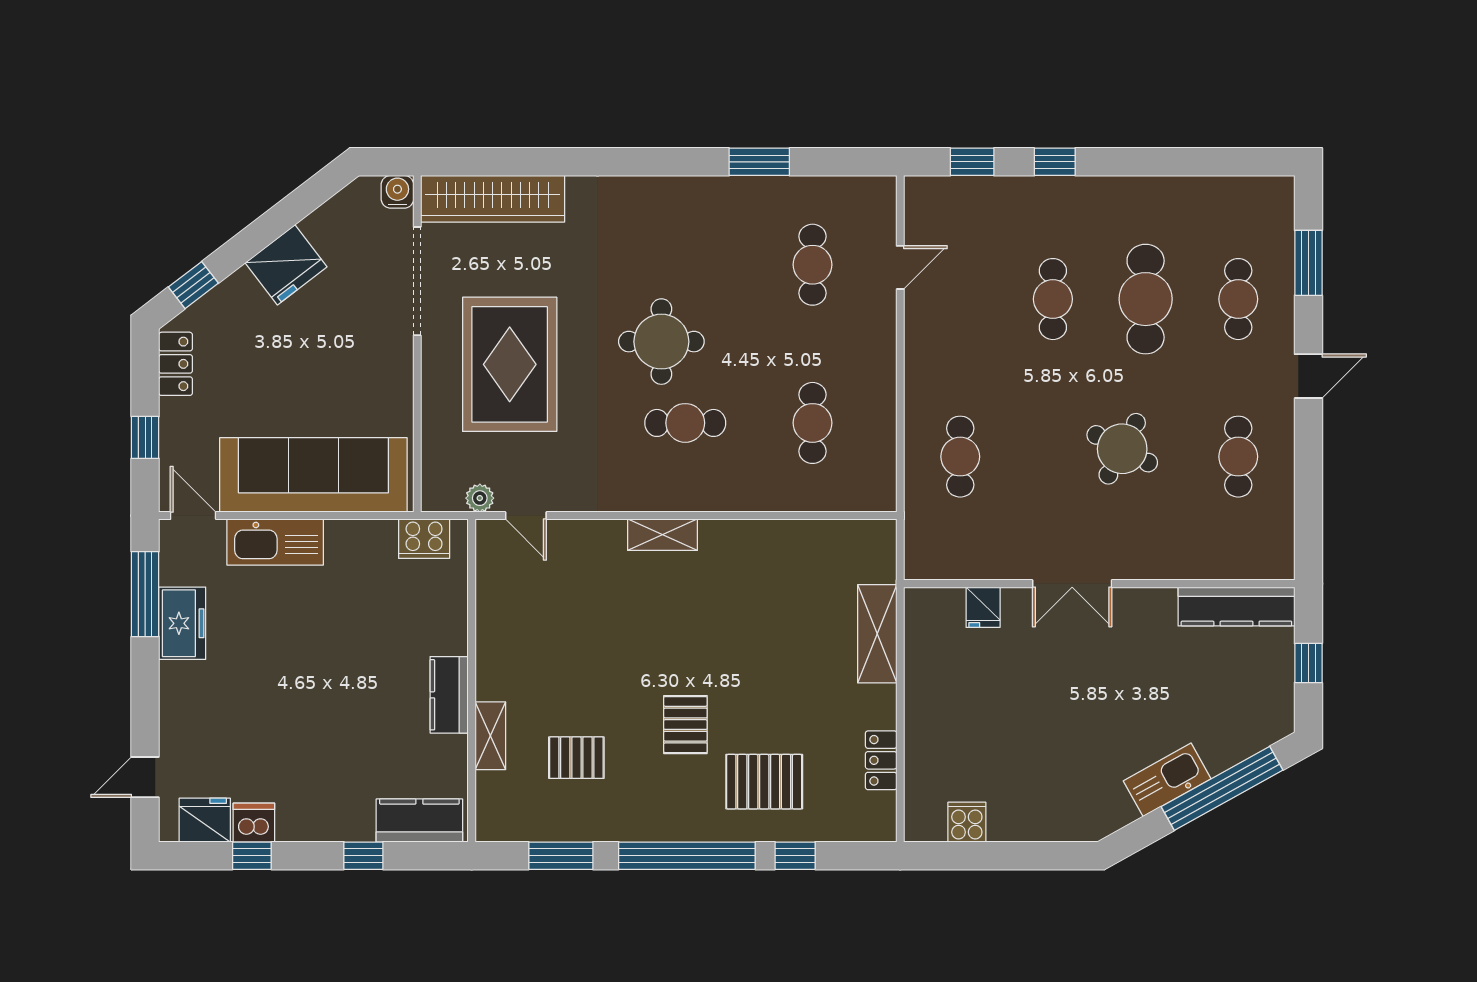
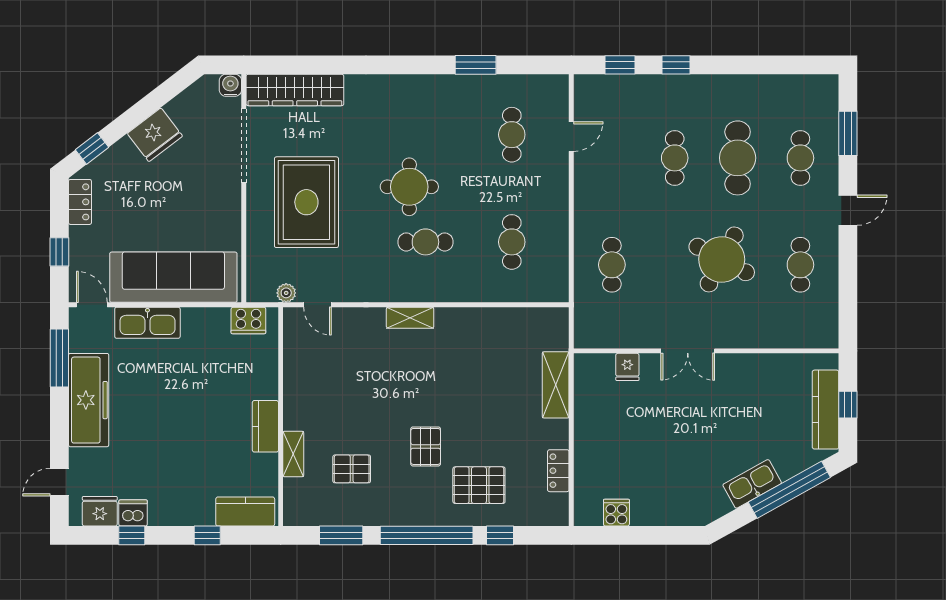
round table: (1122, 449) -> (722, 259), width x1.36, depth x1.36
kitchen counter: (1236, 606) -> (826, 410), moved, turned 90
freezer: (182, 623) -> (89, 400), width x1.91, depth x1.26

